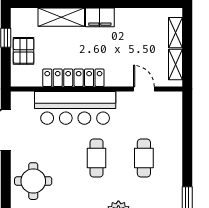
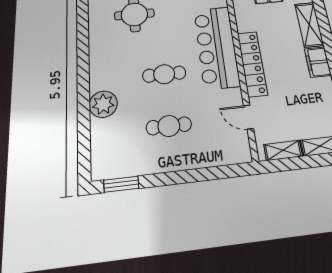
locker: (73, 78) -> (252, 64), moved
door: (144, 89) -> (248, 117), swing flipped

